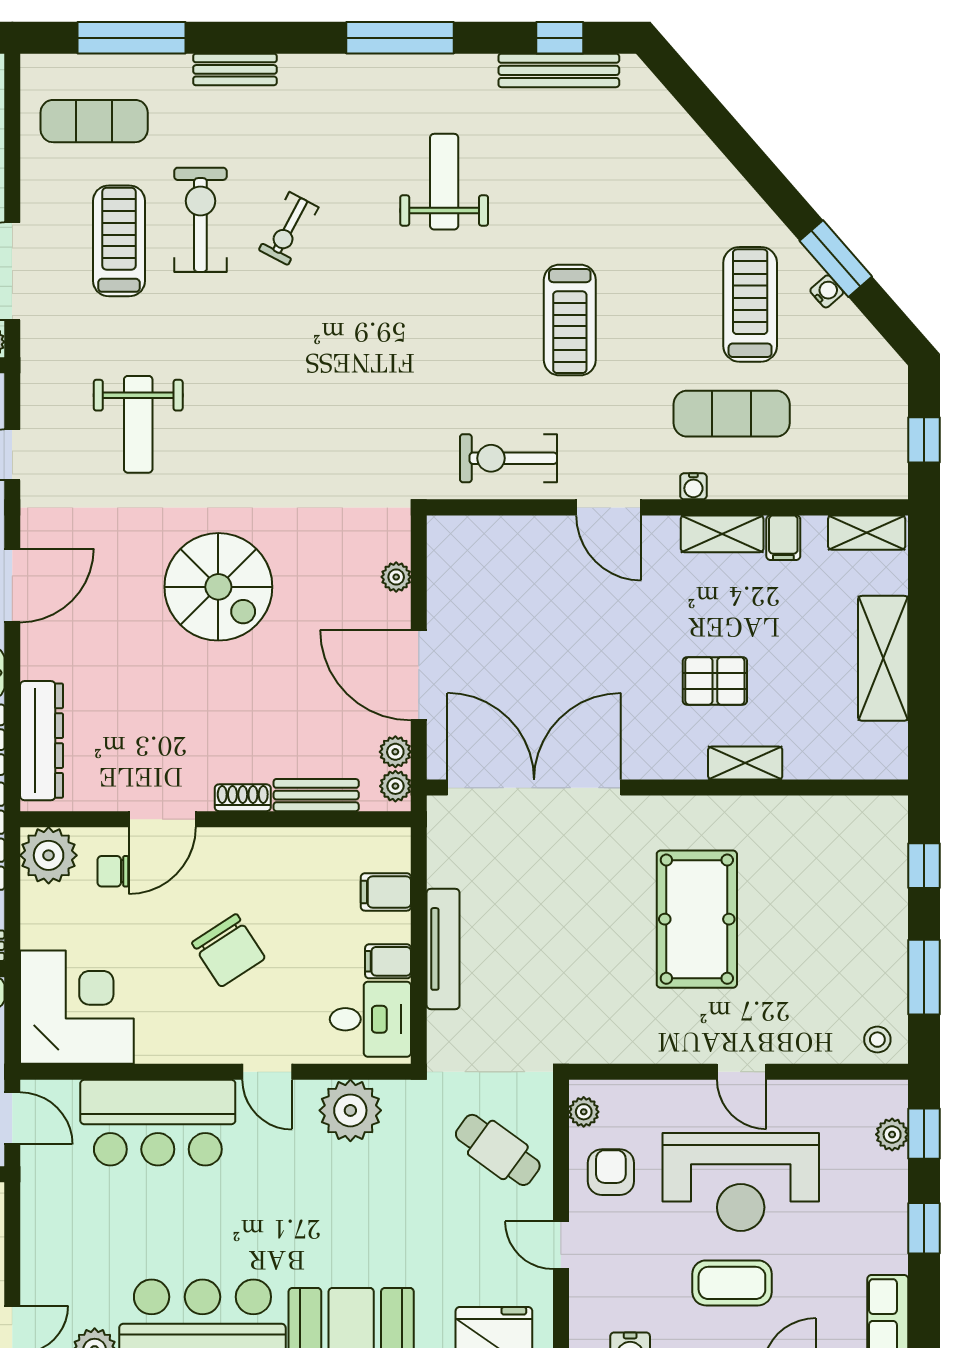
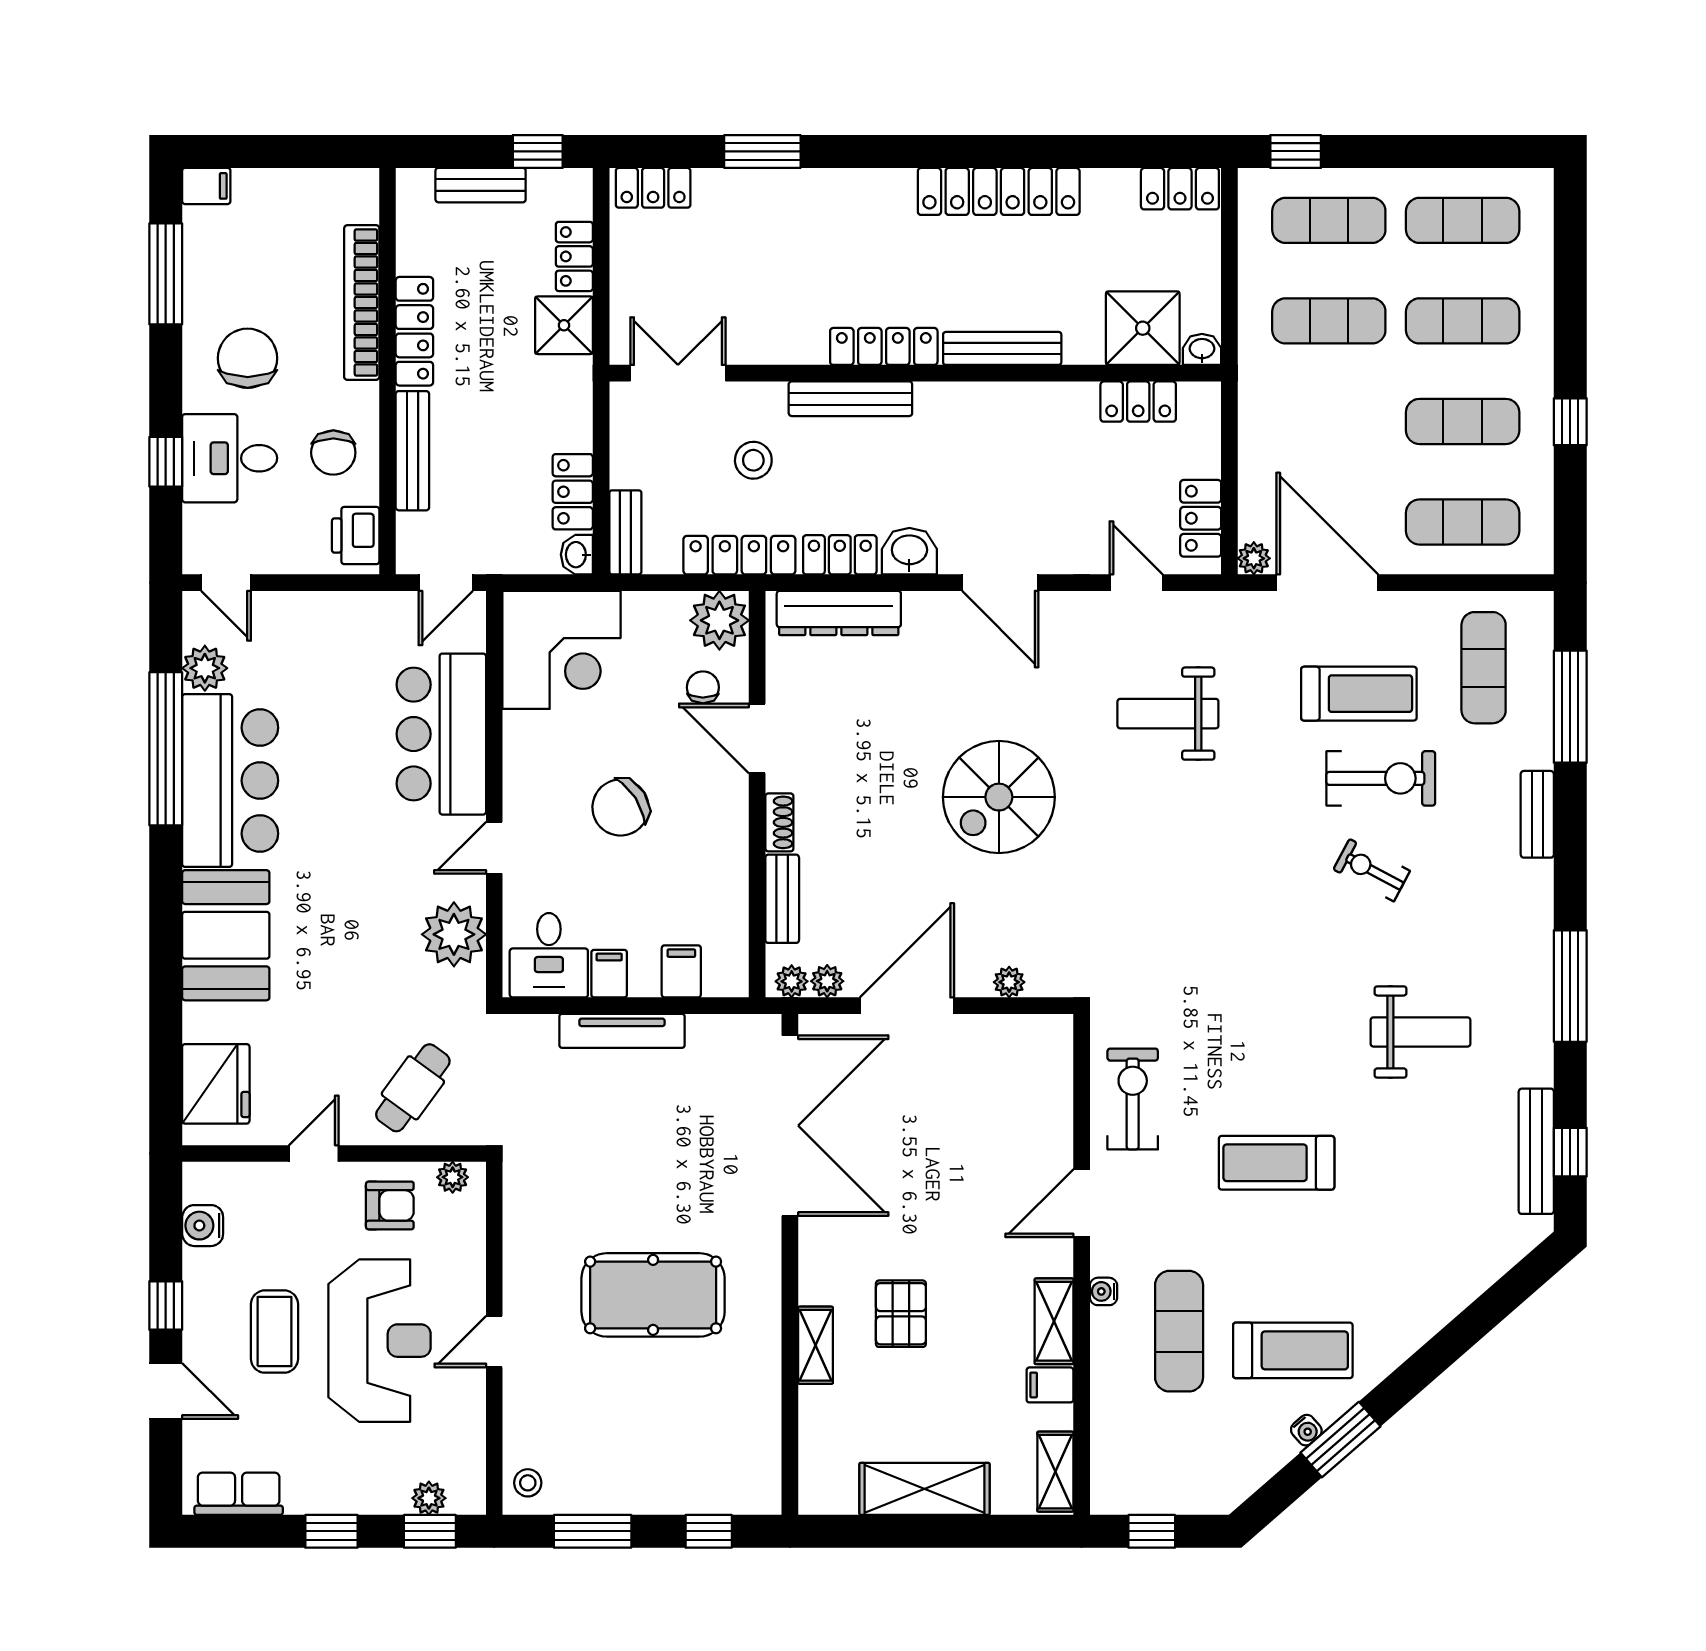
reception desk: (741, 1182) -> (380, 1341), turned 180

